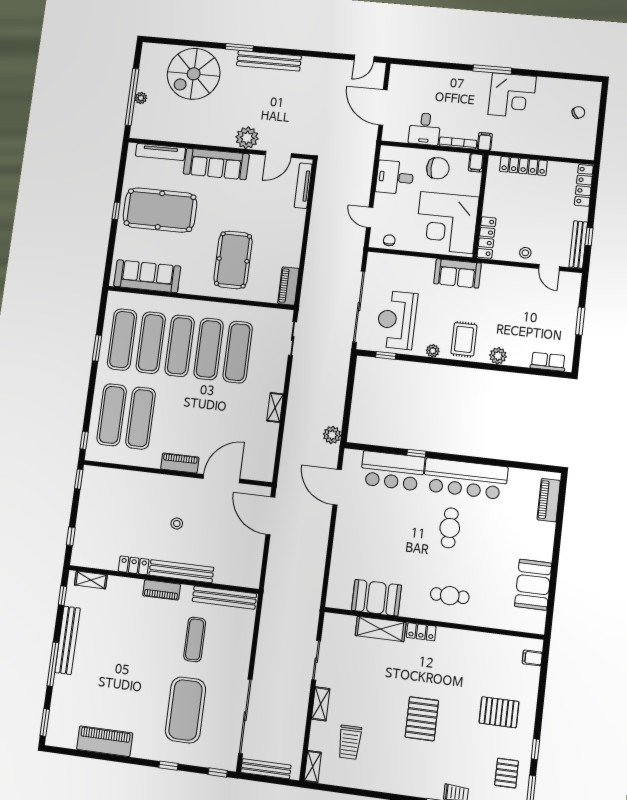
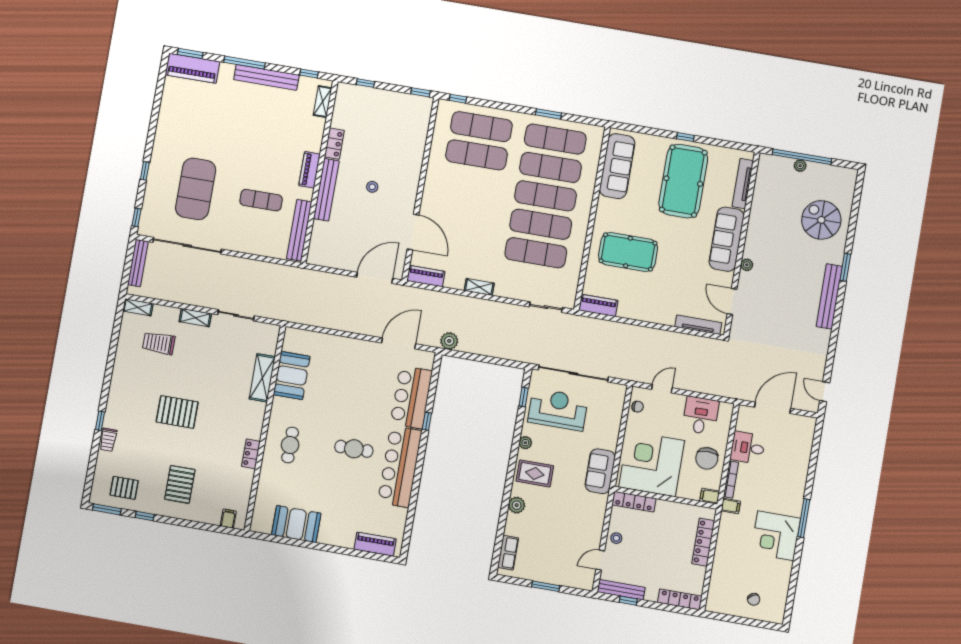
spiral stairs: (194, 74) -> (821, 220), width x0.73, depth x0.73
plant: (247, 138) -> (747, 265), width x0.53, depth x0.53
piano: (180, 463) -> (426, 276), moved, turned -90
locker: (421, 632) -> (251, 454), moved
exercise mat: (185, 710) -> (196, 189), turned 90
piano: (105, 741) -> (193, 68), moved, turned 90

